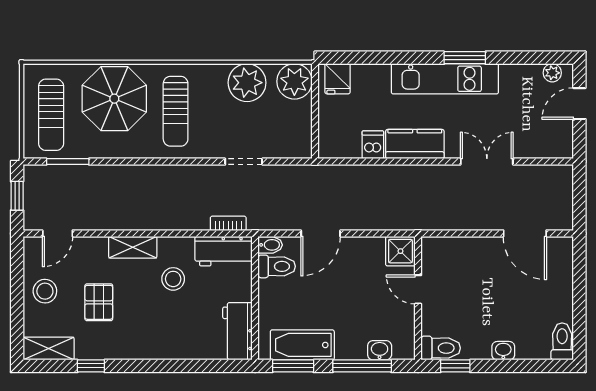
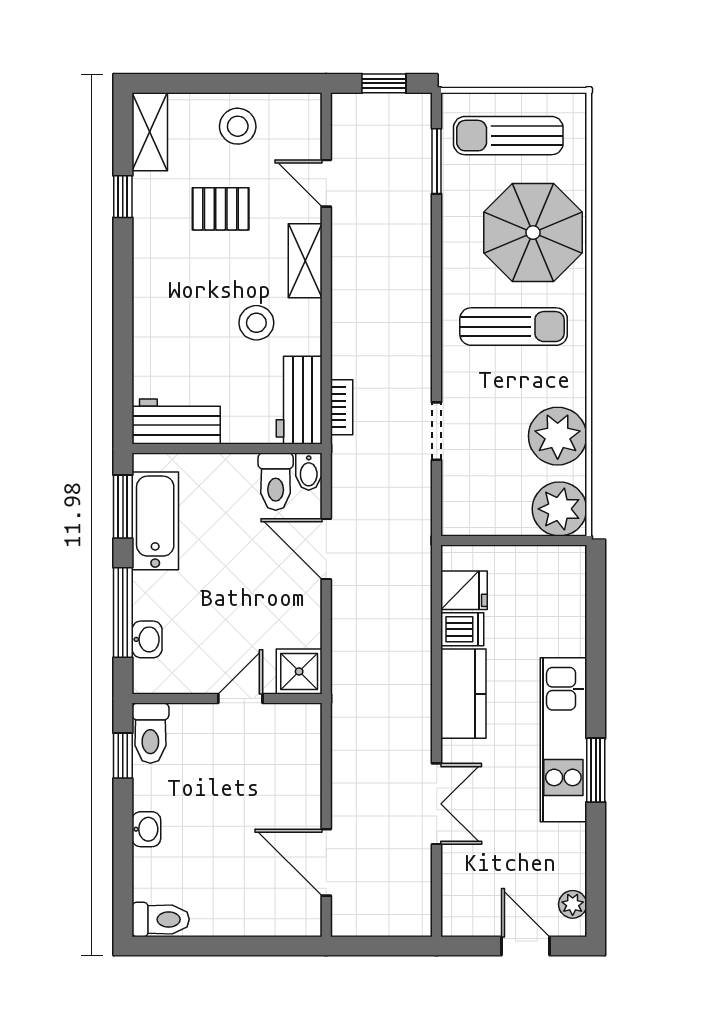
fridge: (338, 79) -> (464, 590), moved, turned 180
sun lounger: (176, 111) -> (514, 327), turned 180
door: (58, 233) -> (326, 183), moved
door: (525, 233) -> (326, 862), hinge flipped

